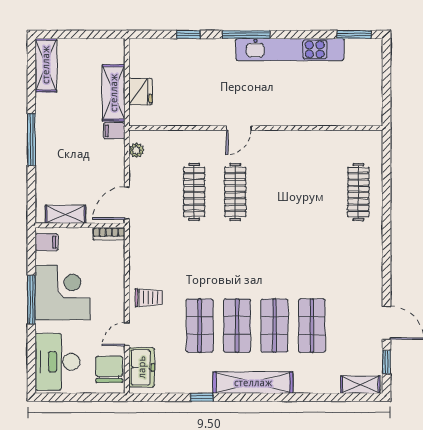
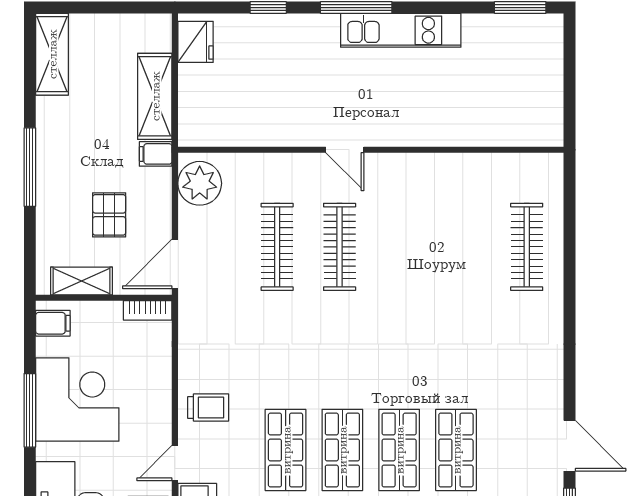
kitchen unit: (290, 49) -> (401, 30), width x0.73
fridge: (140, 91) -> (195, 42), moved
door: (239, 128) -> (345, 150), hinge flipped
plant: (136, 150) -> (200, 183), width x1.87, depth x1.87
pallet: (84, 171) -> (109, 215), added

